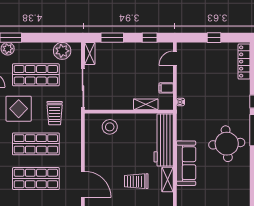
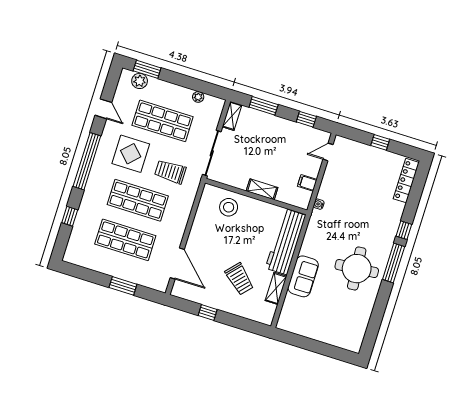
plant: (62, 51) -> (198, 97), width x0.53, depth x0.53
shelving: (146, 104) -> (262, 189), moved
trolley: (55, 113) -> (170, 172), turned 90
sofa: (186, 163) -> (303, 276), width x0.73
trolley: (136, 181) -> (239, 279), turned -138

